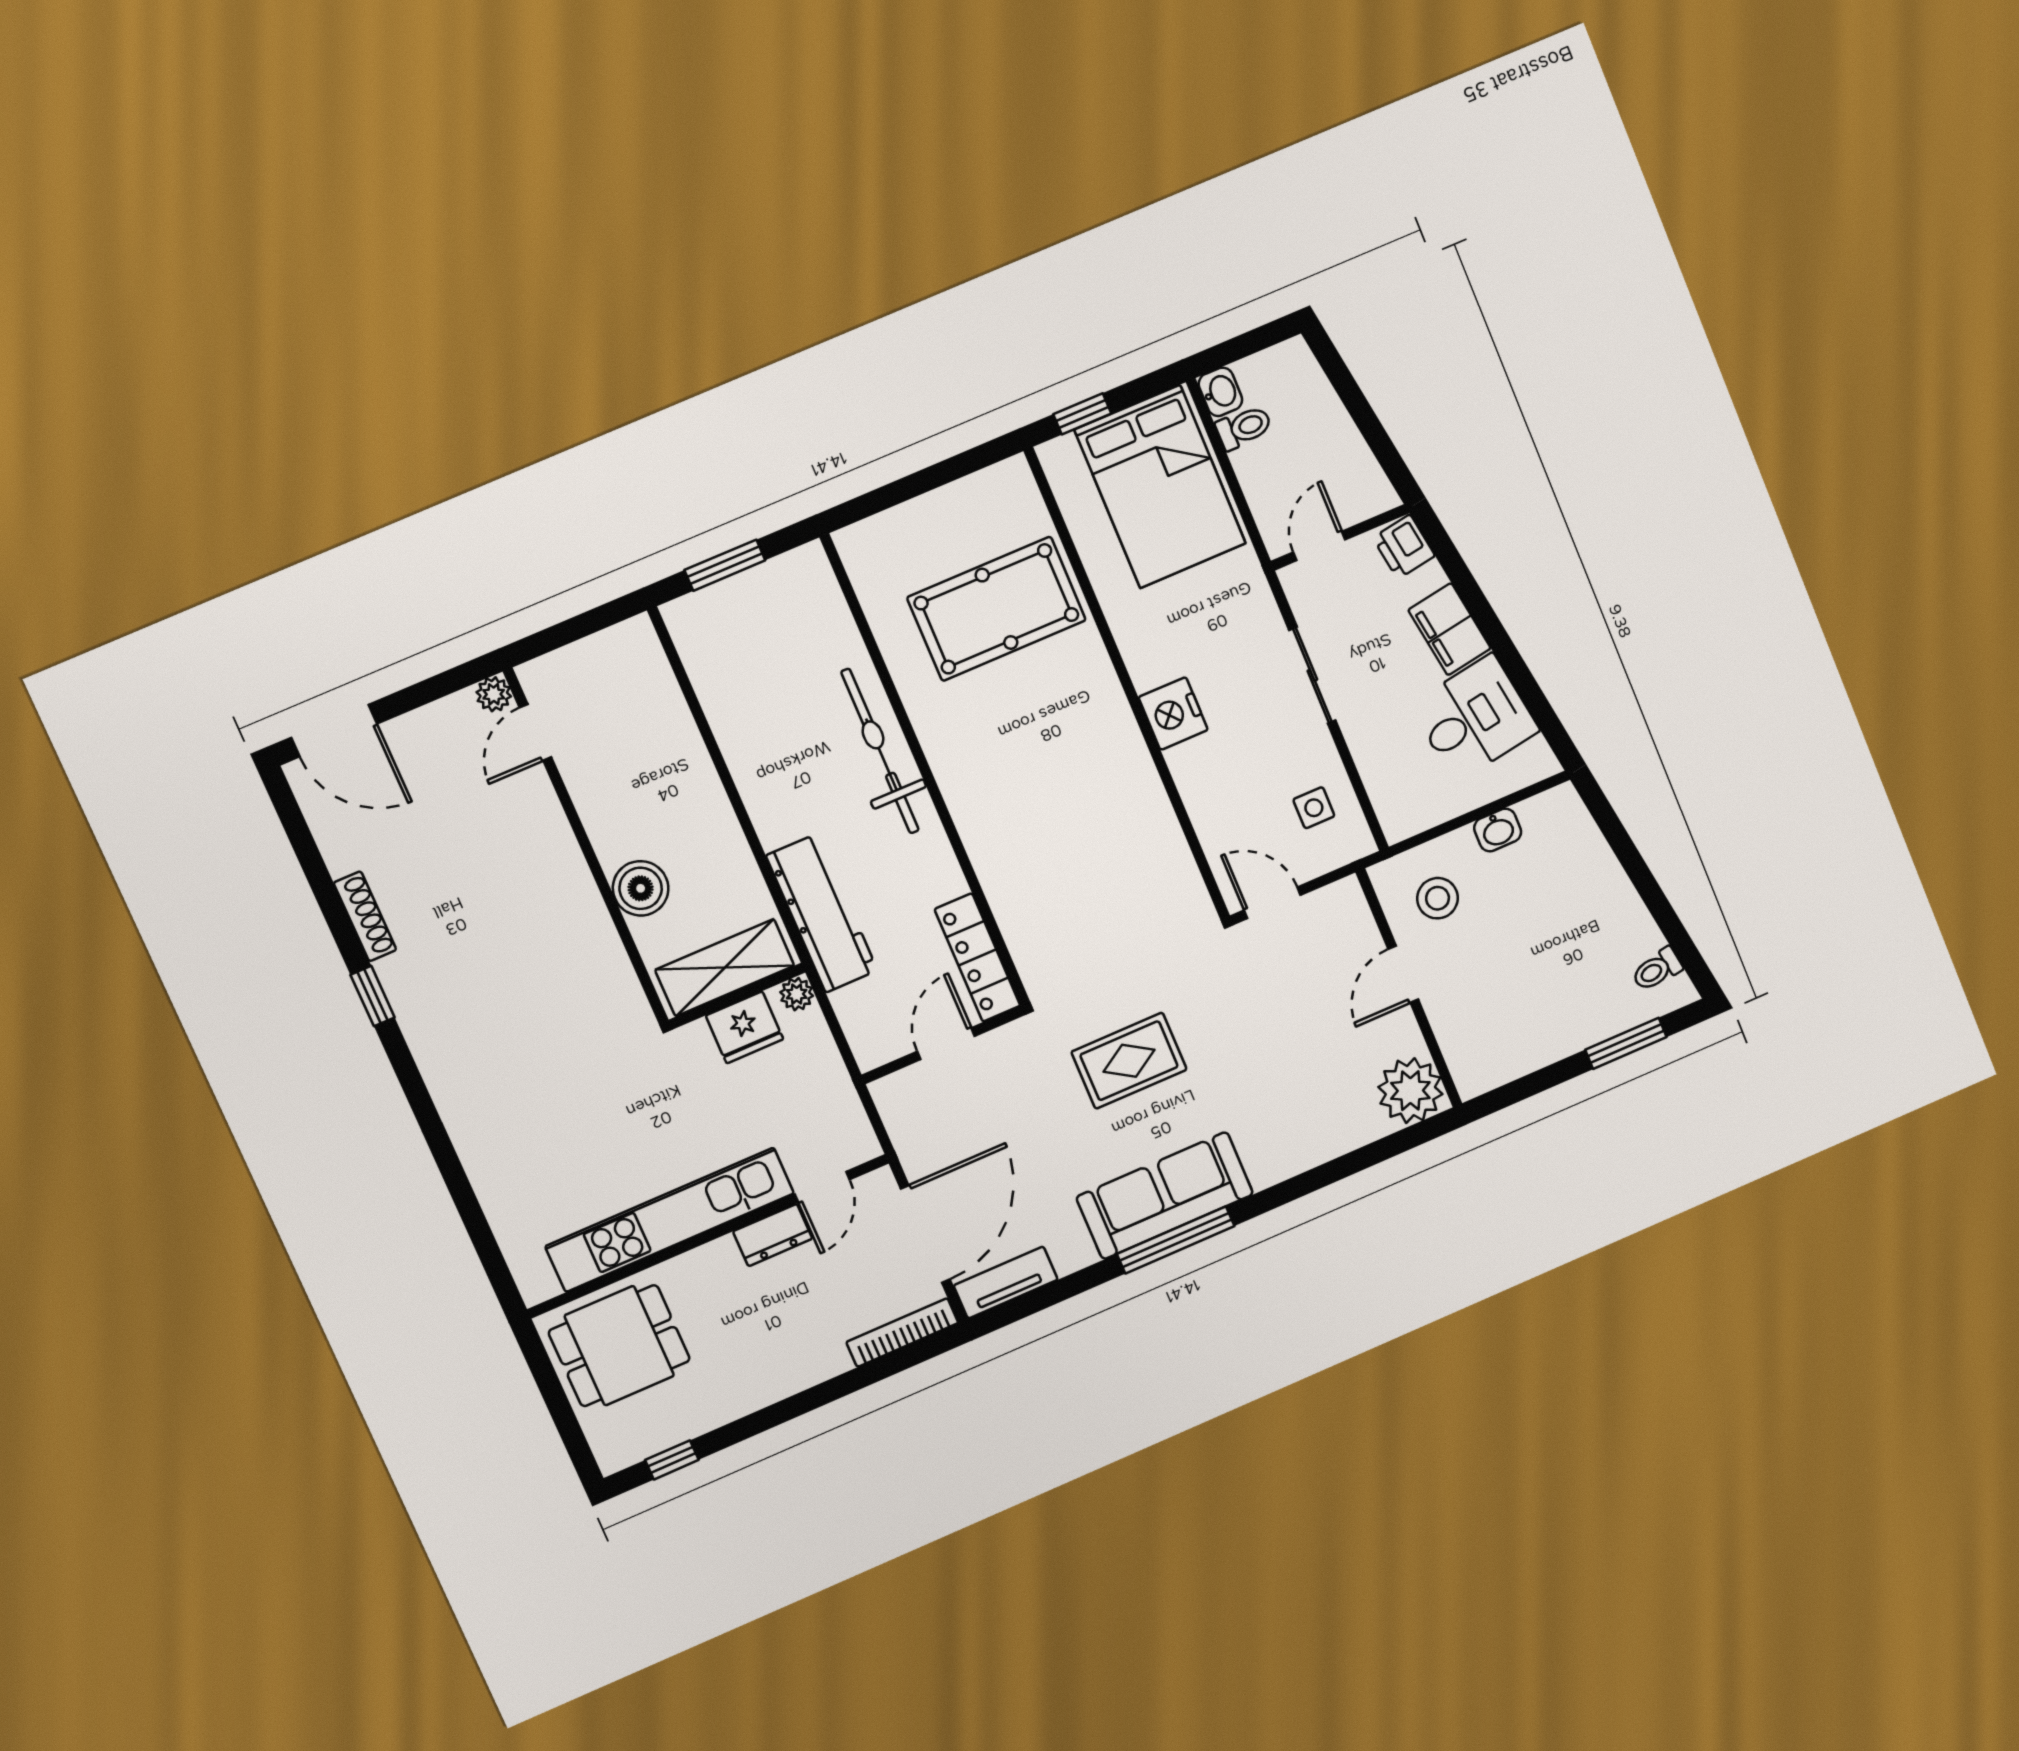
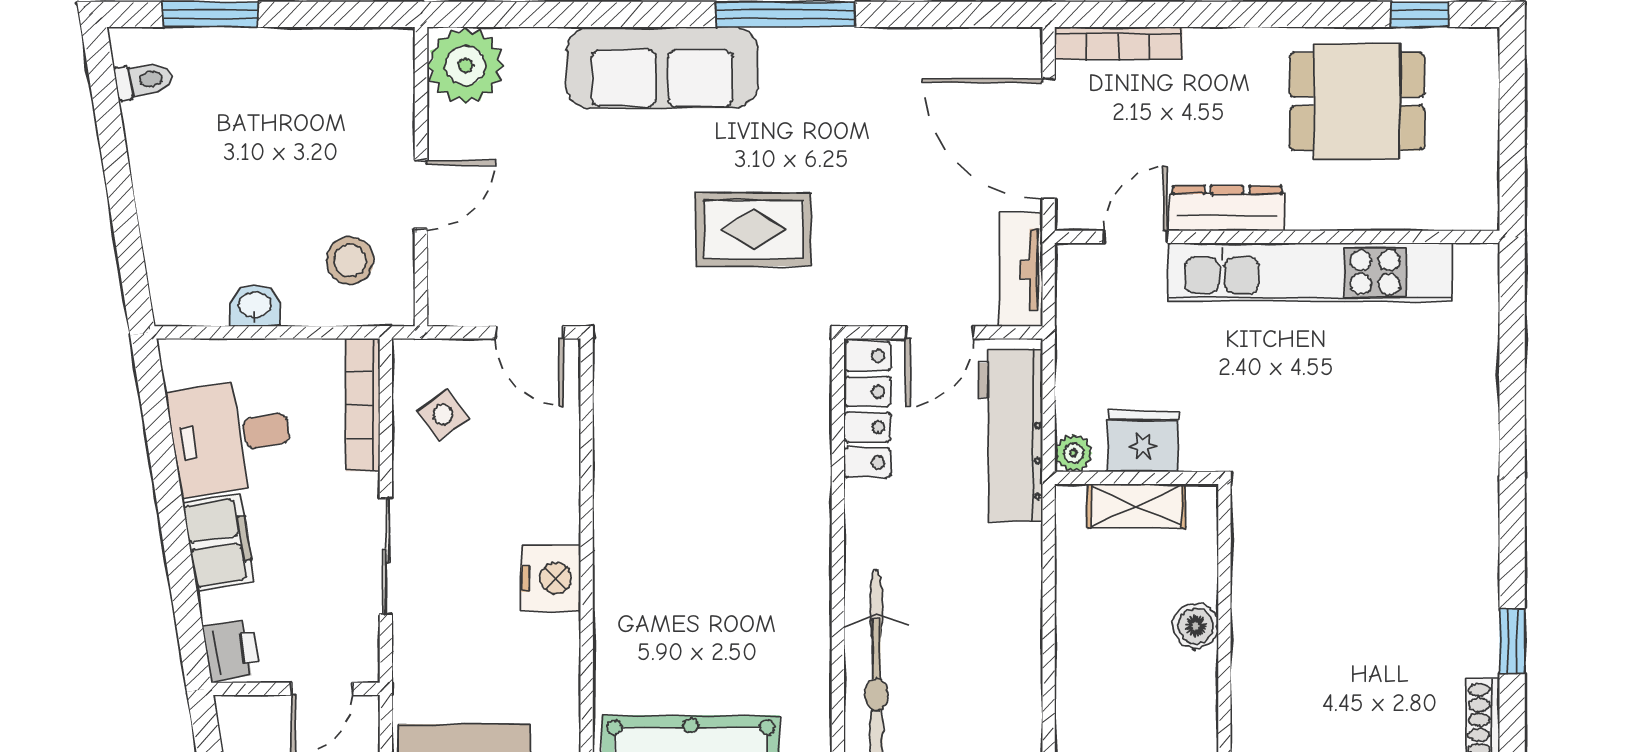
bookcase: (1380, 788) -> (363, 405), added
side table: (1314, 808) -> (443, 414), turned -38
boiler: (641, 888) -> (1196, 626), width x0.73, depth x0.73
workbench: (822, 913) -> (1010, 435), moved
shelving: (725, 968) -> (1136, 506), width x0.67, depth x0.75
sofa: (1165, 1196) -> (662, 68), moved
door: (925, 1234) -> (1049, 139), hinge flipped
dresser: (773, 1235) -> (1227, 208), width x1.44
tv unit: (1006, 1282) -> (1021, 270), moved, turned 90
dining table: (619, 1346) -> (1357, 101), moved

